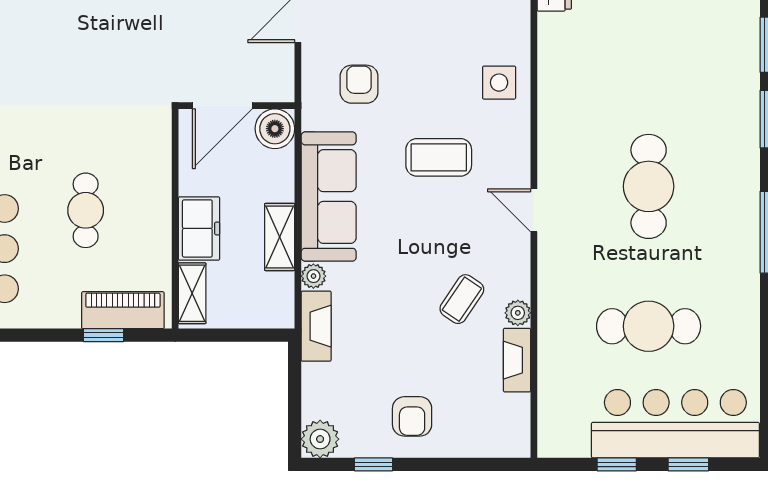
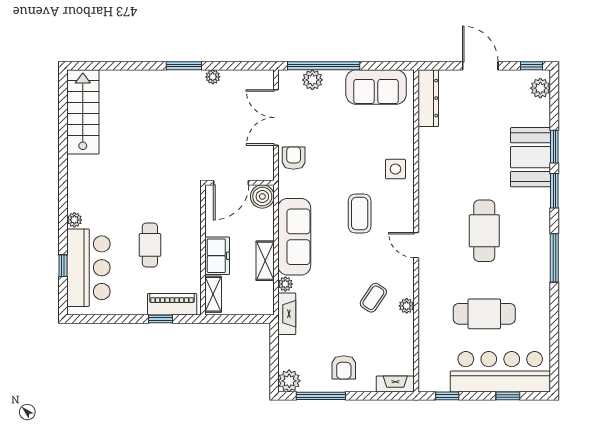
booth: (726, 63) -> (531, 157), added
armchair: (359, 84) -> (294, 158), moved
coffee table: (439, 157) -> (360, 214), turned 90
fireplace: (517, 360) -> (395, 384), moved, turned 90
window: (373, 464) -> (321, 396), width x2.17
window: (617, 464) -> (447, 396), moved

